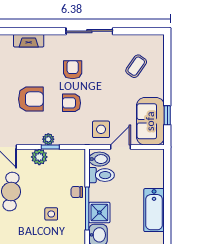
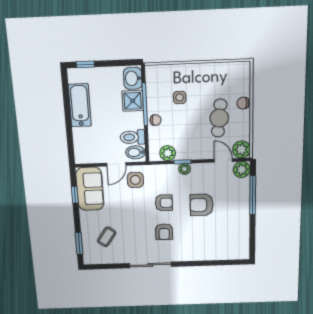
fireplace: (29, 41) -> (205, 255), removed
window: (167, 59) -> (79, 244), added
plant: (39, 157) -> (168, 153), moved

